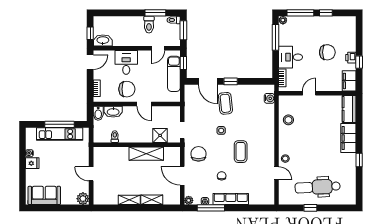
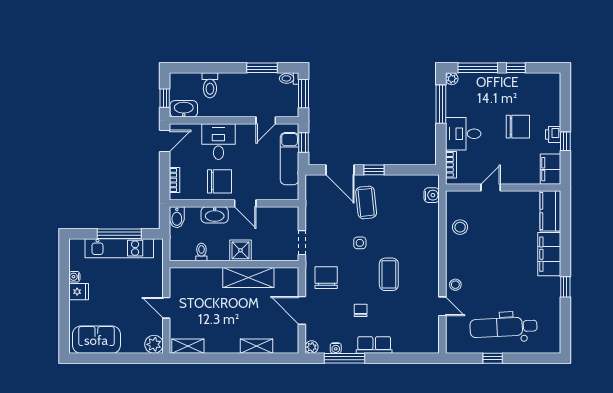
toilet: (149, 25) -> (210, 85), moved
washbasin: (113, 112) -> (215, 215), moved
shower: (160, 135) -> (240, 250), moved
row of seats: (231, 199) -> (374, 345), width x0.68
shelving: (129, 200) -> (188, 346), moved

